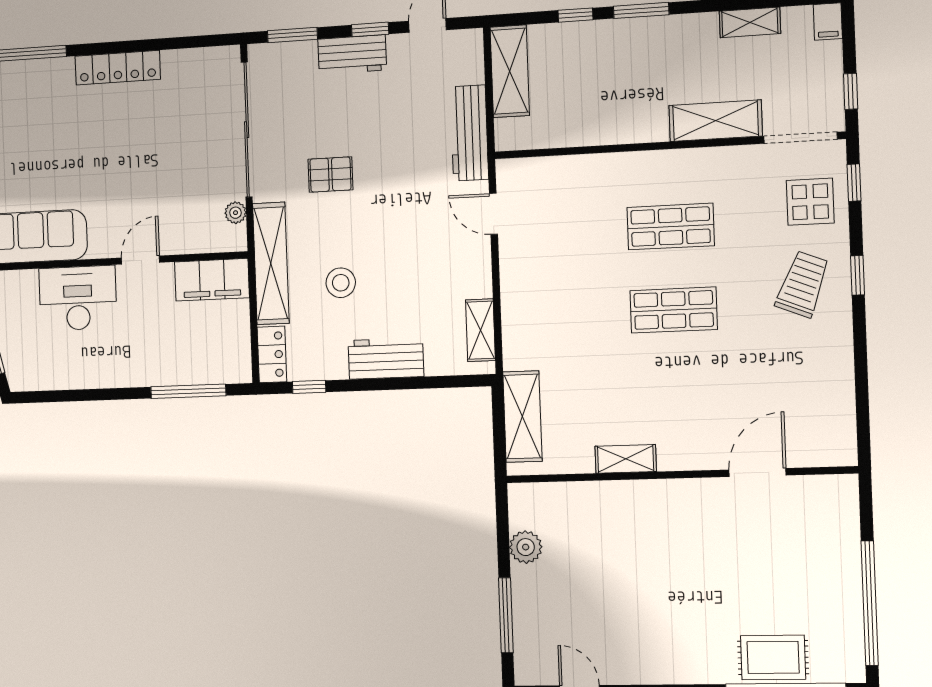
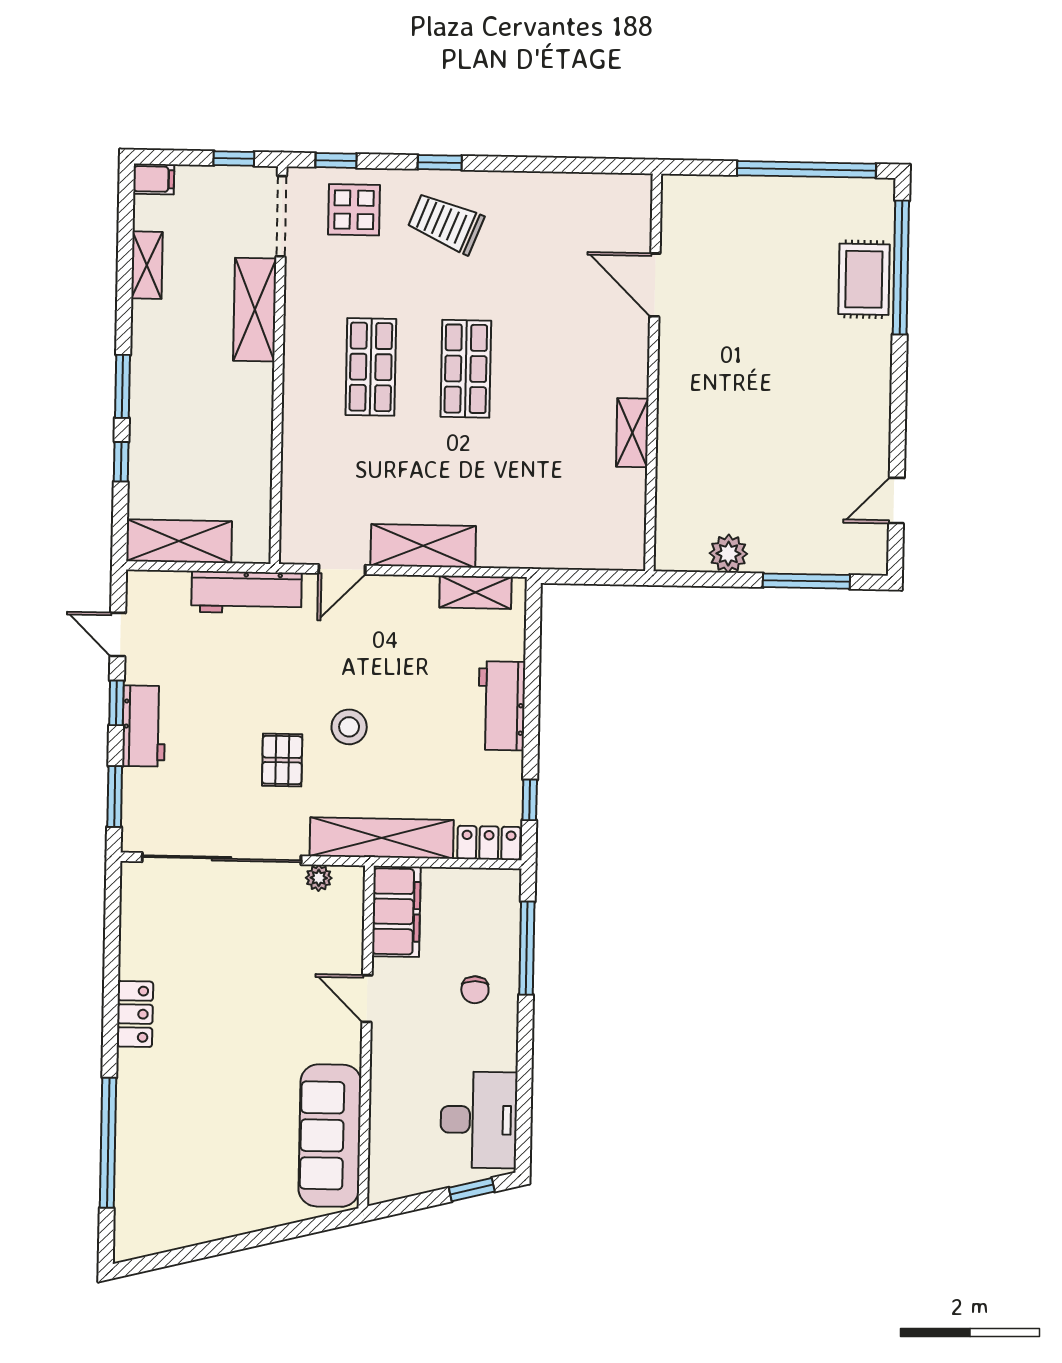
locker: (118, 68) -> (135, 1014), width x0.66
stool: (341, 283) -> (349, 727), moved
desk: (78, 298) -> (479, 1120), moved, turned 180
chair: (153, 350) -> (475, 990), added
shelving: (522, 417) -> (423, 546), moved

